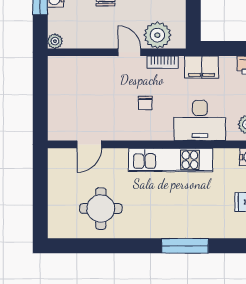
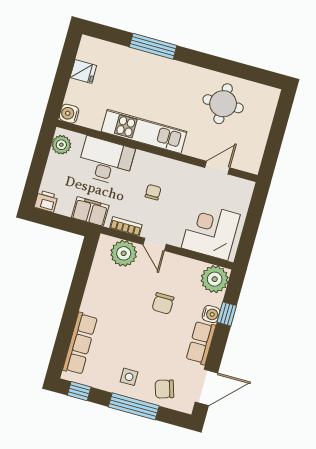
plant: (55, 41) -> (215, 279), width x1.88, depth x1.88
corner desk: (78, 80) -> (211, 231), added

